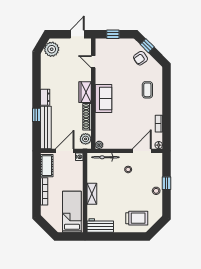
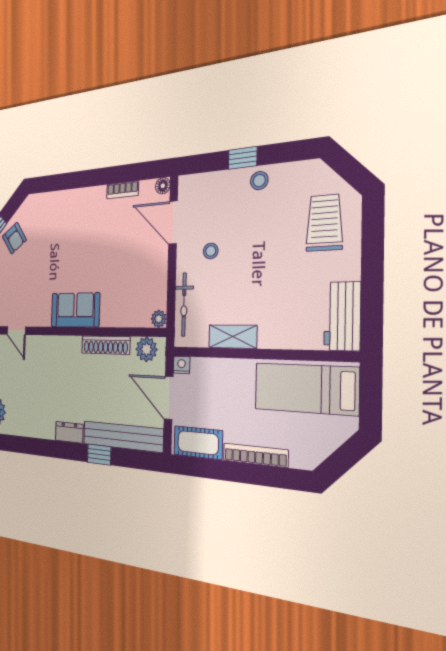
door: (93, 62) -> (16, 331), hinge flipped
coffee table: (147, 90) -> (64, 220), removed
wardrobe: (85, 92) -> (63, 348), removed
shelving: (92, 194) -> (233, 337), moved

